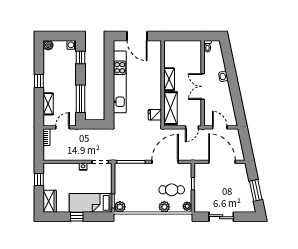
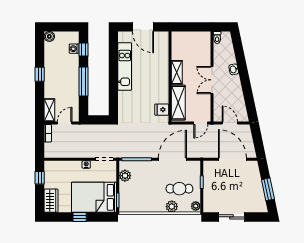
washing machine: (72, 45) -> (74, 49), moved
kitchen unit: (120, 82) -> (125, 66), width x0.73
window: (81, 99) -> (83, 81), moved
shelving: (48, 104) -> (49, 110), moved
bed: (91, 203) -> (94, 197), width x1.50
plant: (120, 207) -> (125, 176), moved

